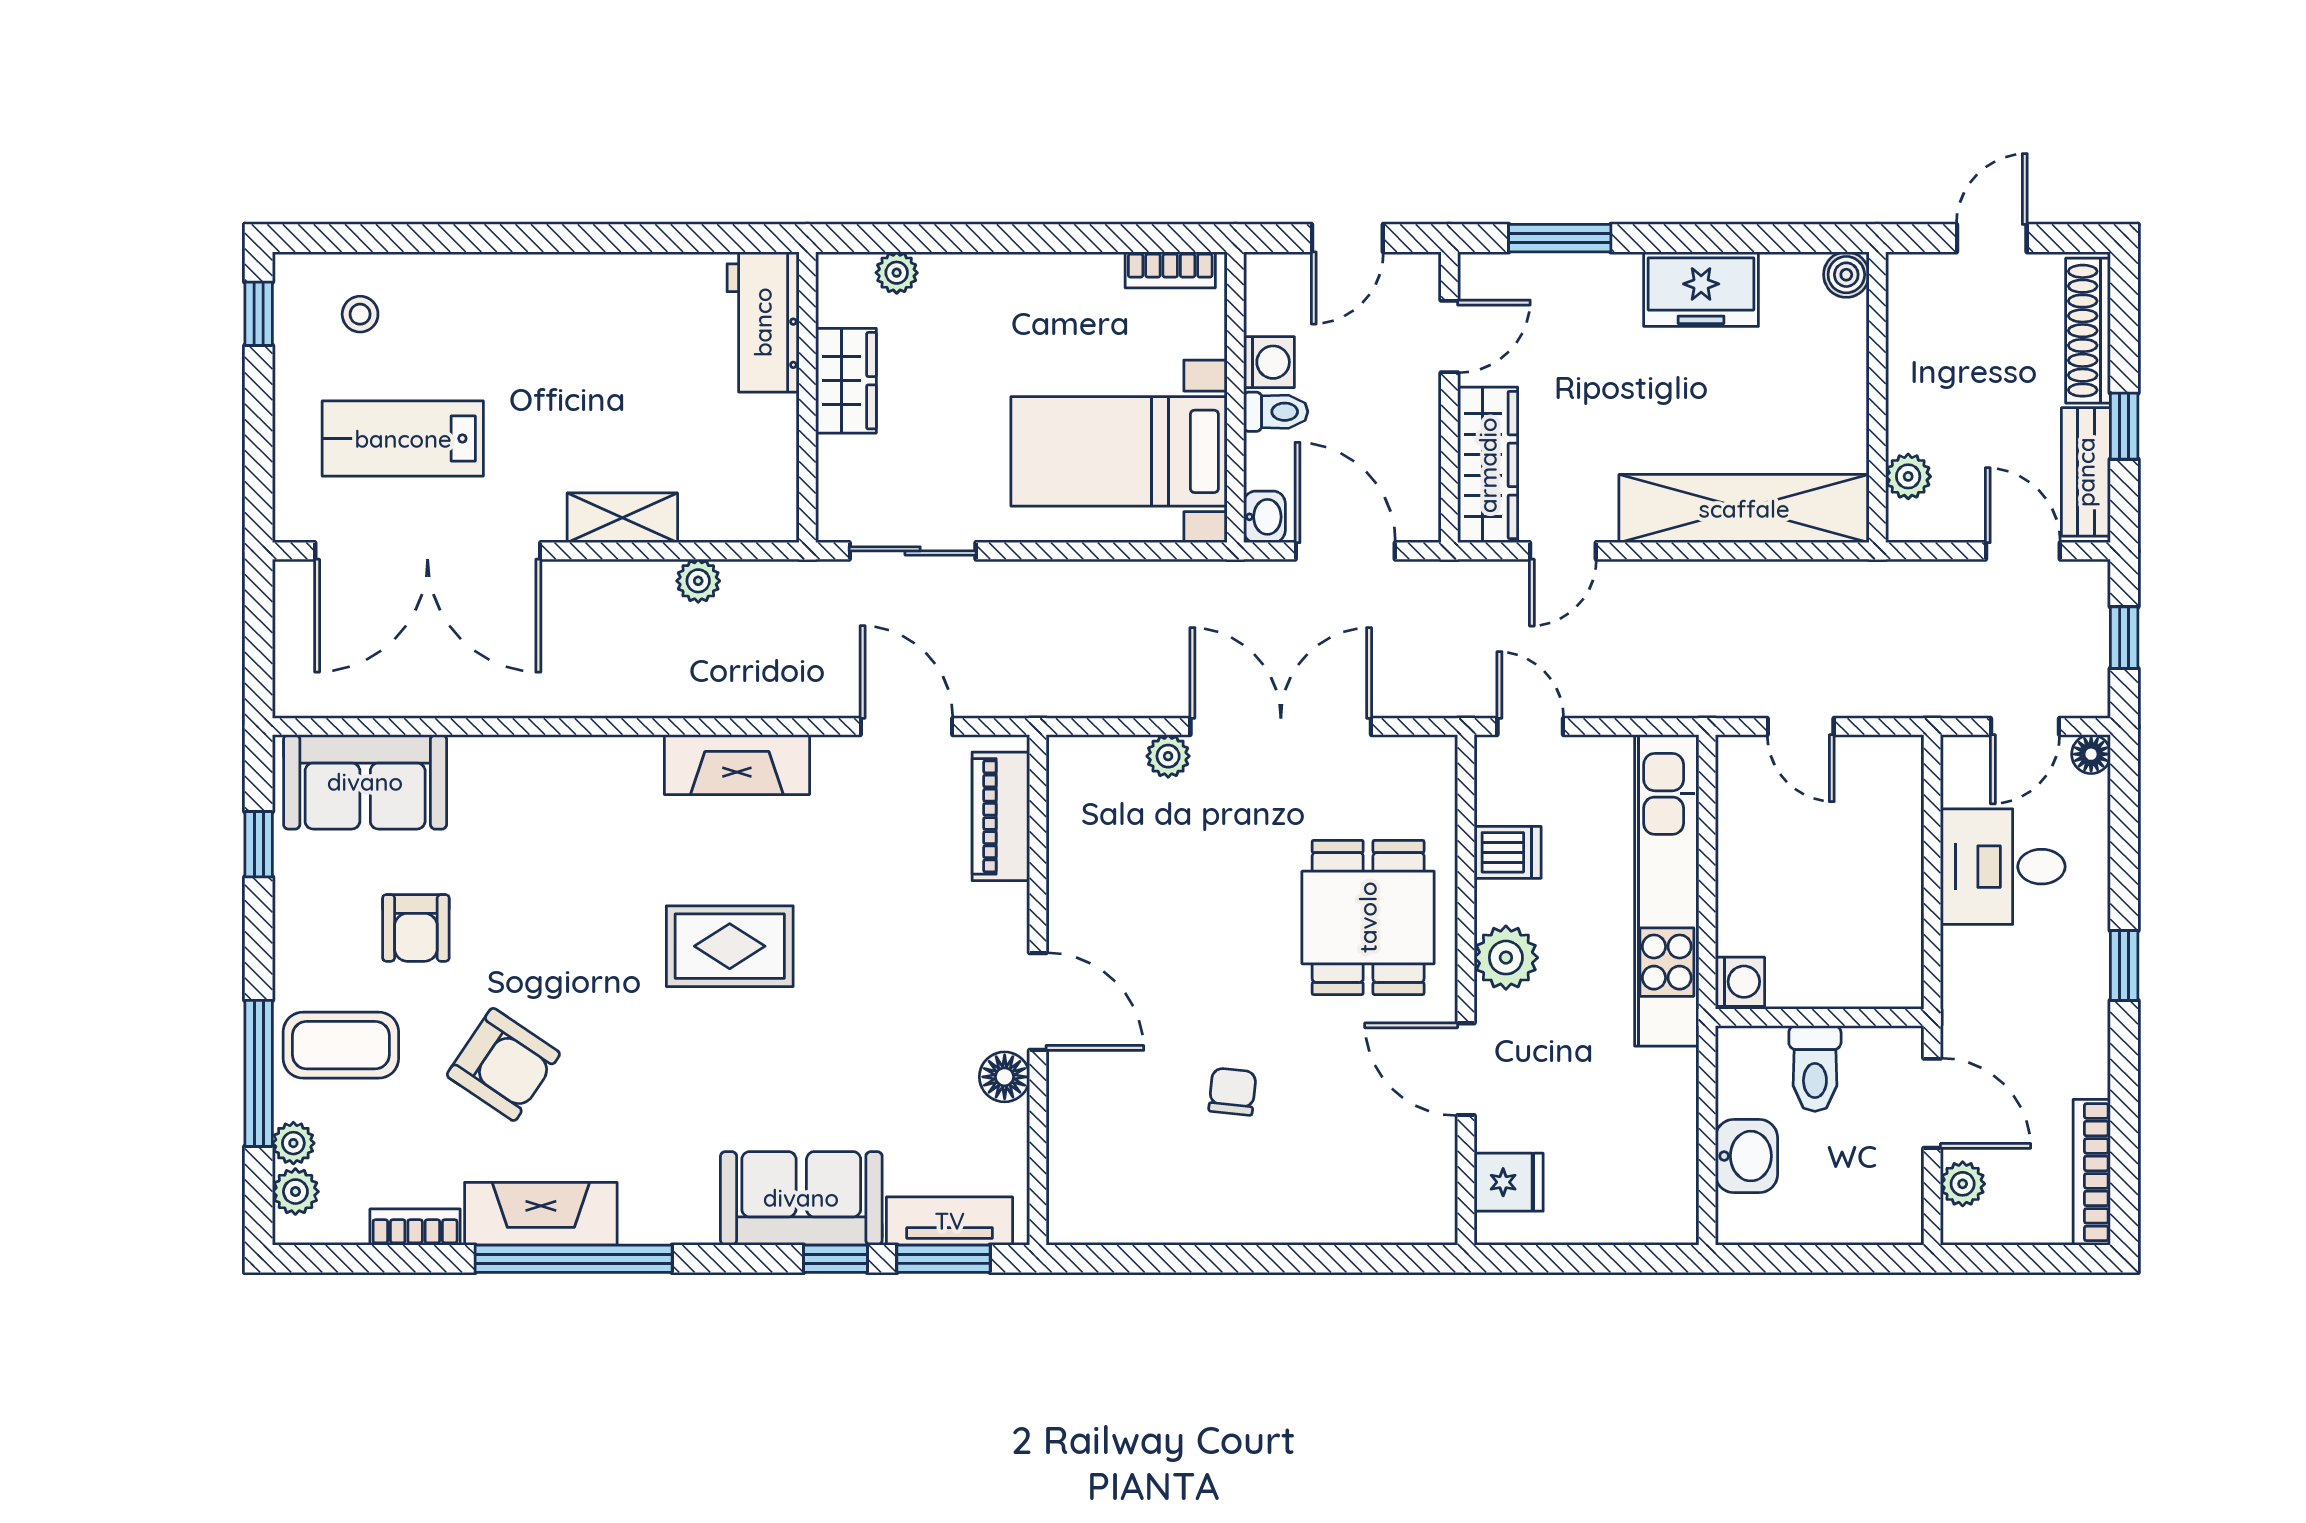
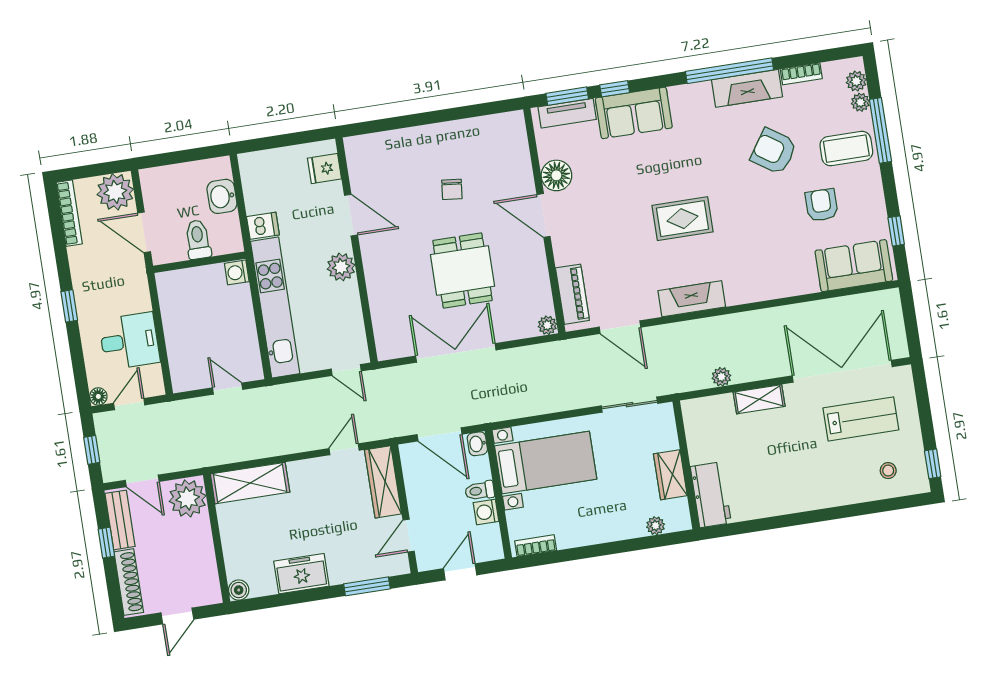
plant: (1908, 476) -> (188, 498), width x1.87, depth x1.87
shelving: (1744, 509) -> (250, 483), width x0.68
double door: (1281, 727) -> (456, 353), swing flipped
plant: (1168, 756) -> (547, 325), moved
dishwasher: (1508, 852) -> (263, 226), moved, turned 180
dining table: (1368, 917) -> (462, 270), moved
floor lamp: (1005, 1077) -> (556, 175), width x1.38, depth x1.38
plant: (1963, 1184) -> (115, 192), width x1.88, depth x1.88

